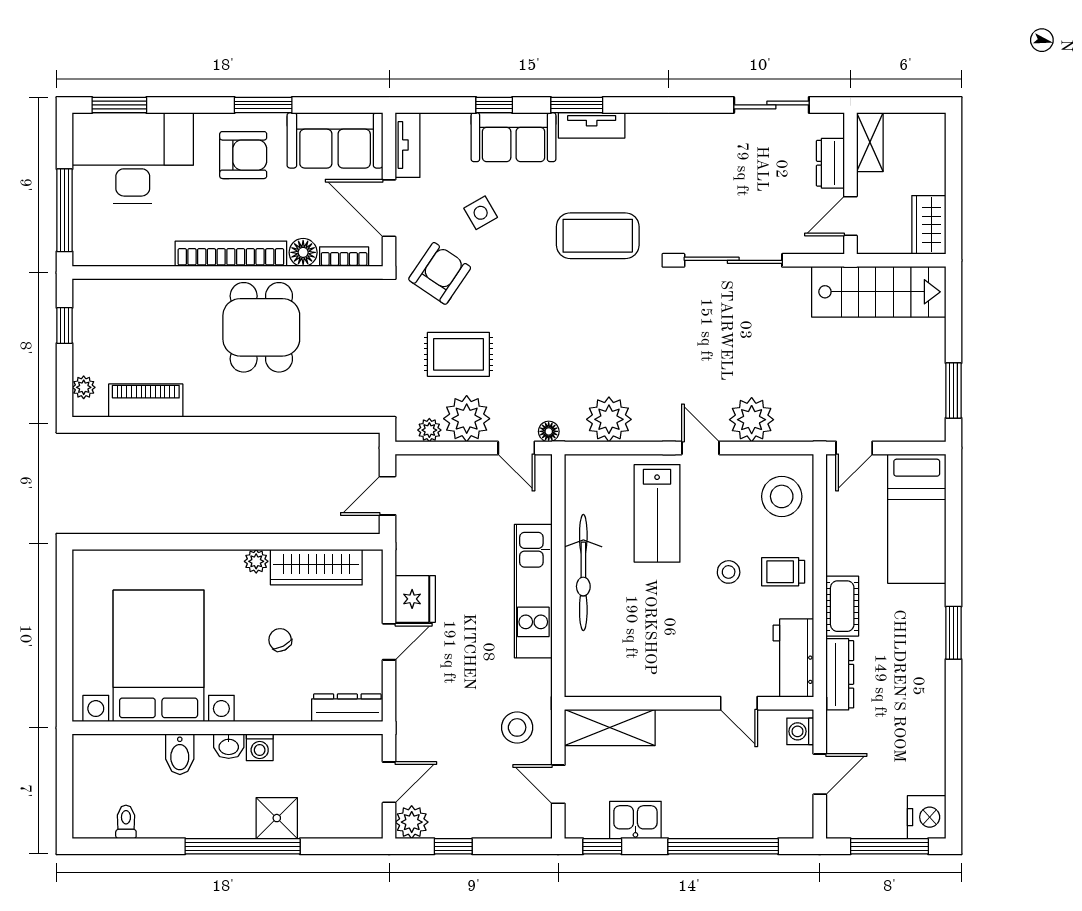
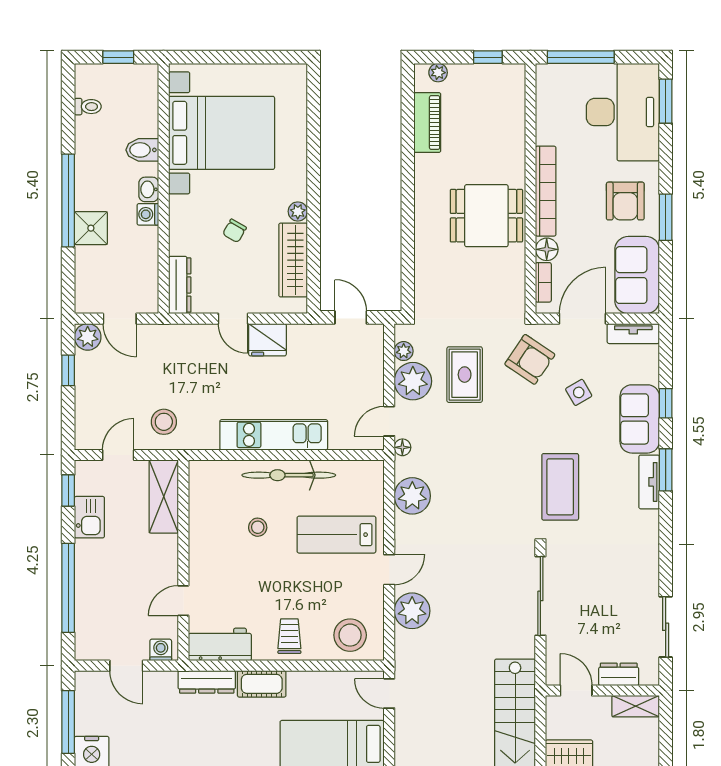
stool: (729, 572) -> (258, 527), moved
chair: (280, 640) -> (234, 231), turned 147
window: (65, 784) -> (118, 57), added

